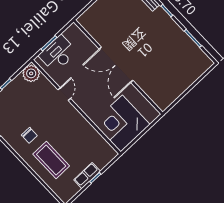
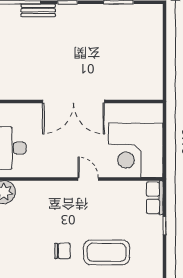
door: (64, 94) -> (88, 179), moved
row of seats: (87, 176) -> (155, 198), moved

